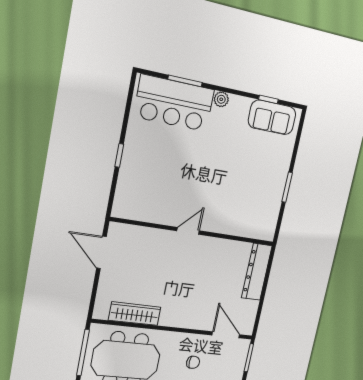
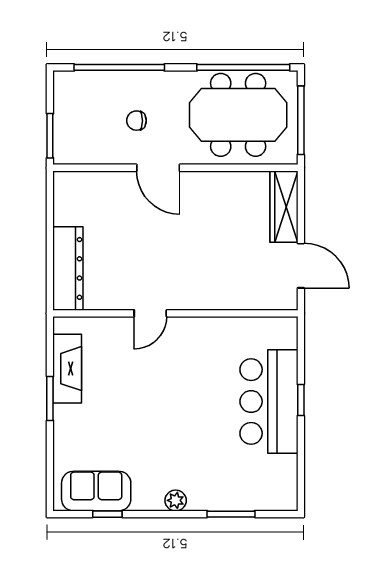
bar counter: (174, 103) -> (269, 402), moved, turned -90
fireplace: (272, 205) -> (67, 369), added
door: (188, 231) -> (150, 313), moved
wardrobe: (135, 314) -> (284, 207), moved, turned 90
door: (226, 335) -> (158, 168), moved

